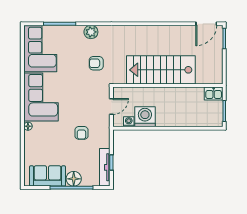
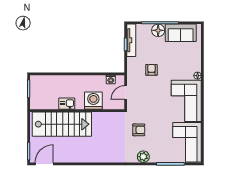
stairs: (161, 70) -> (62, 124), moved
kitchen sink: (214, 94) -> (67, 104), moved
washing machine: (145, 117) -> (93, 101), moved, turned 180

